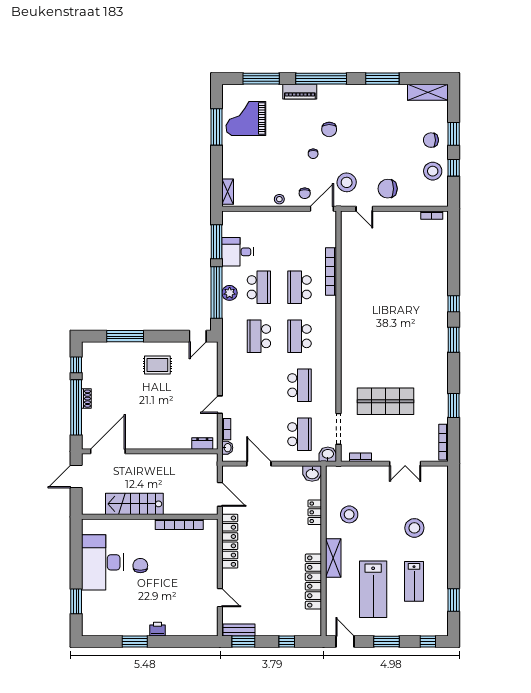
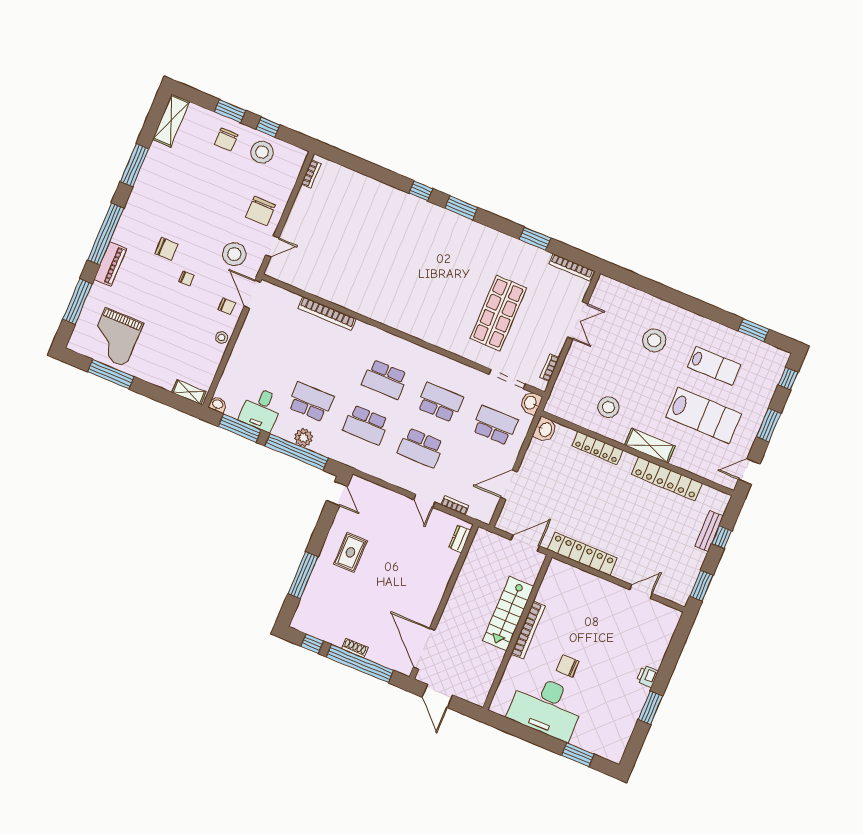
school desk: (299, 287) -> (421, 448), moved
washbasin: (227, 448) -> (218, 405), moved
stairs: (134, 504) -> (508, 614), moved
locker: (315, 512) -> (598, 448), width x1.53
bookcase: (179, 524) -> (528, 630), moved
bench: (239, 630) -> (709, 531), moved

